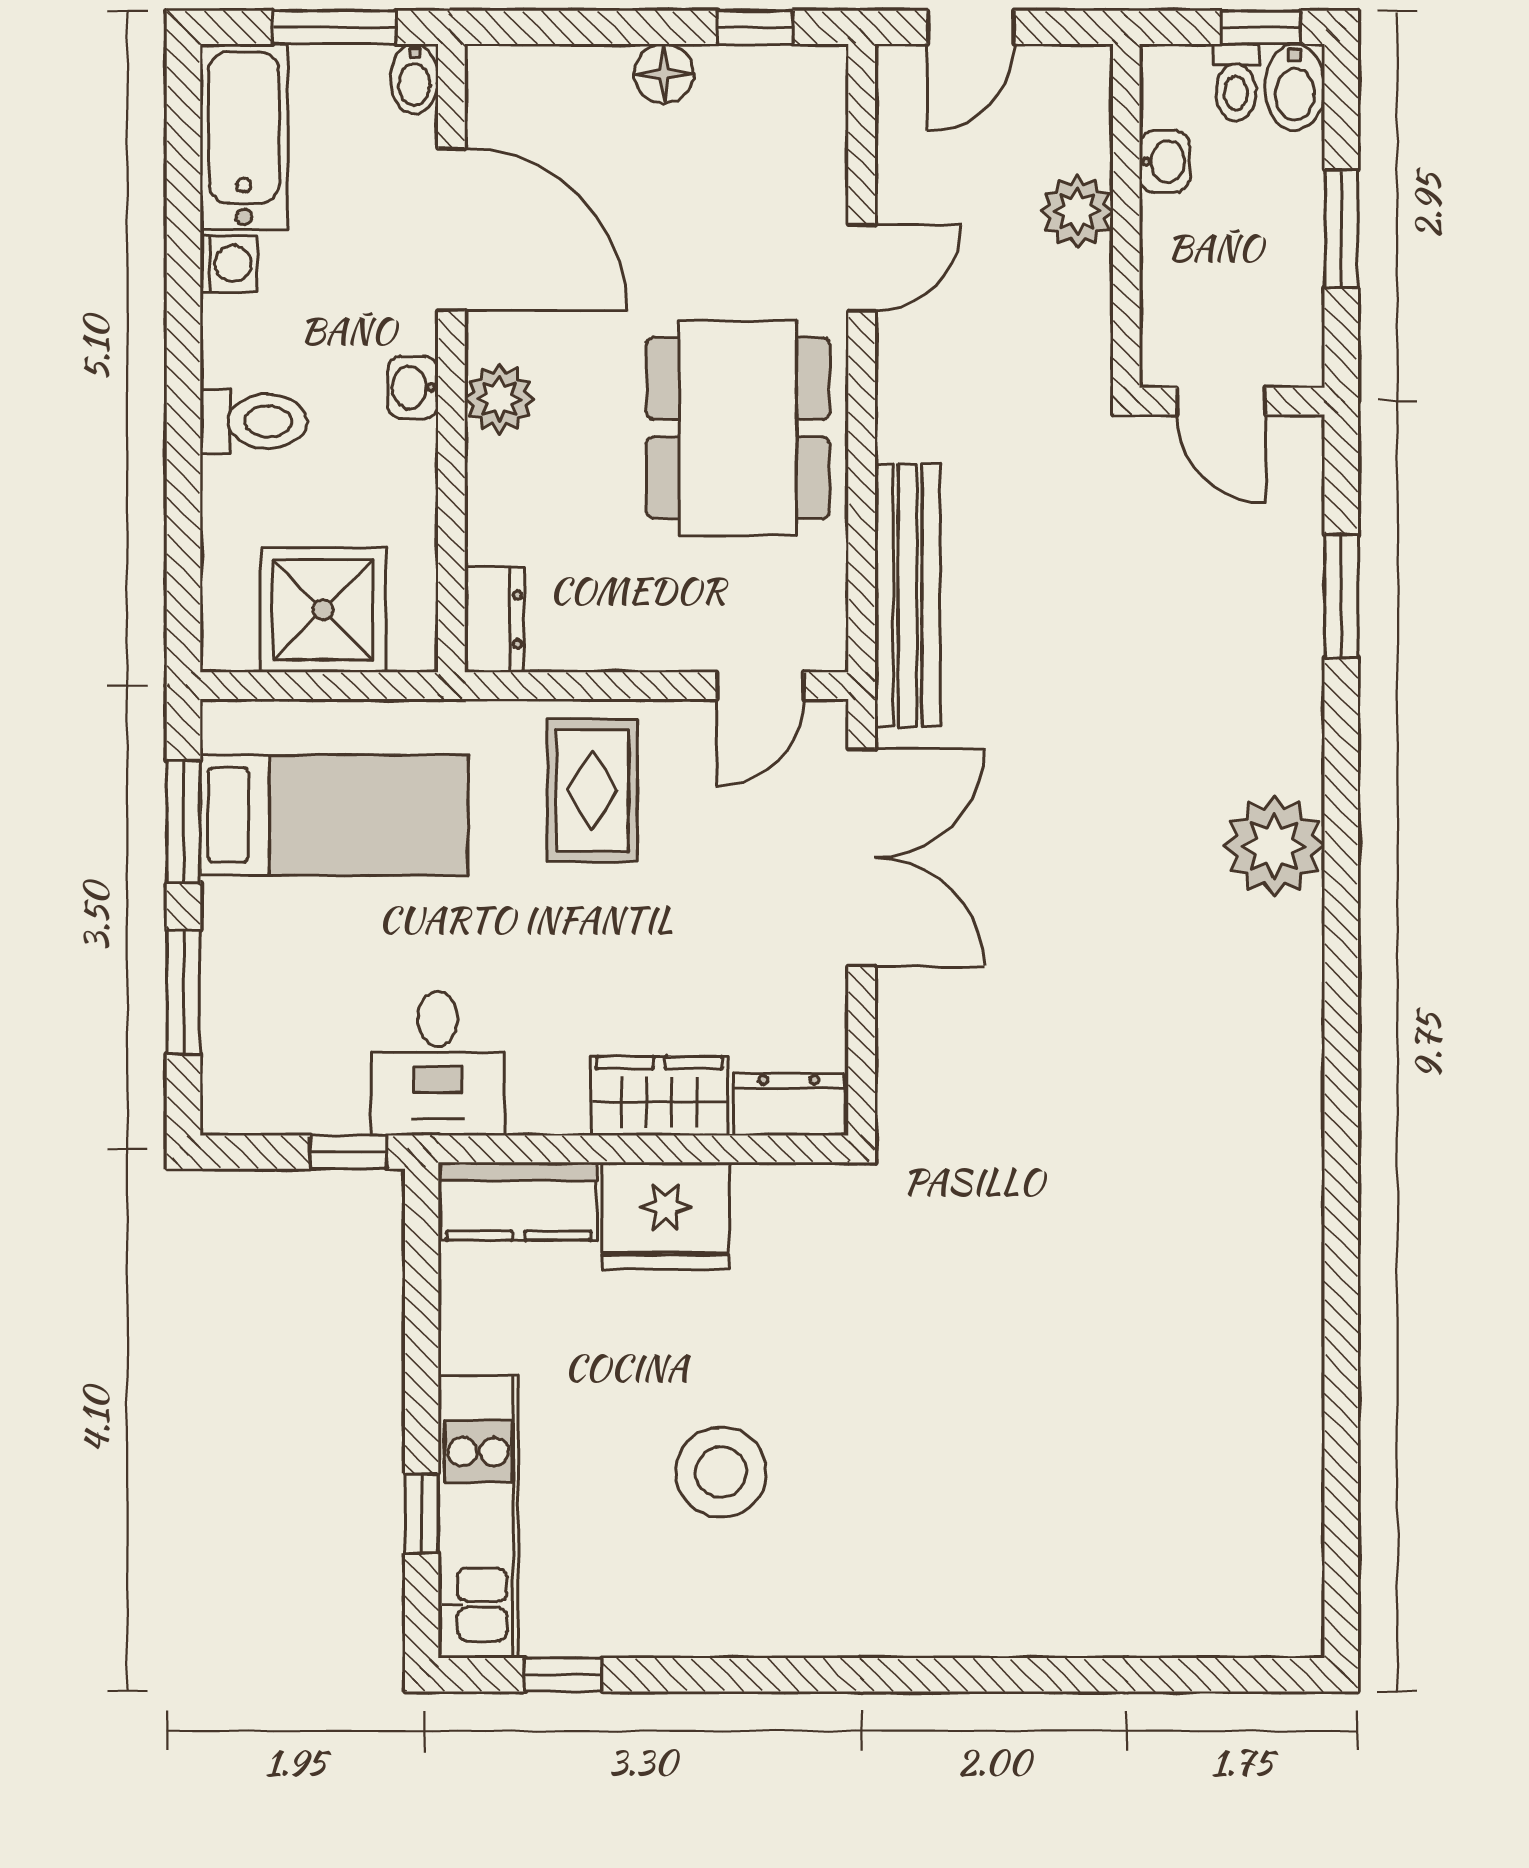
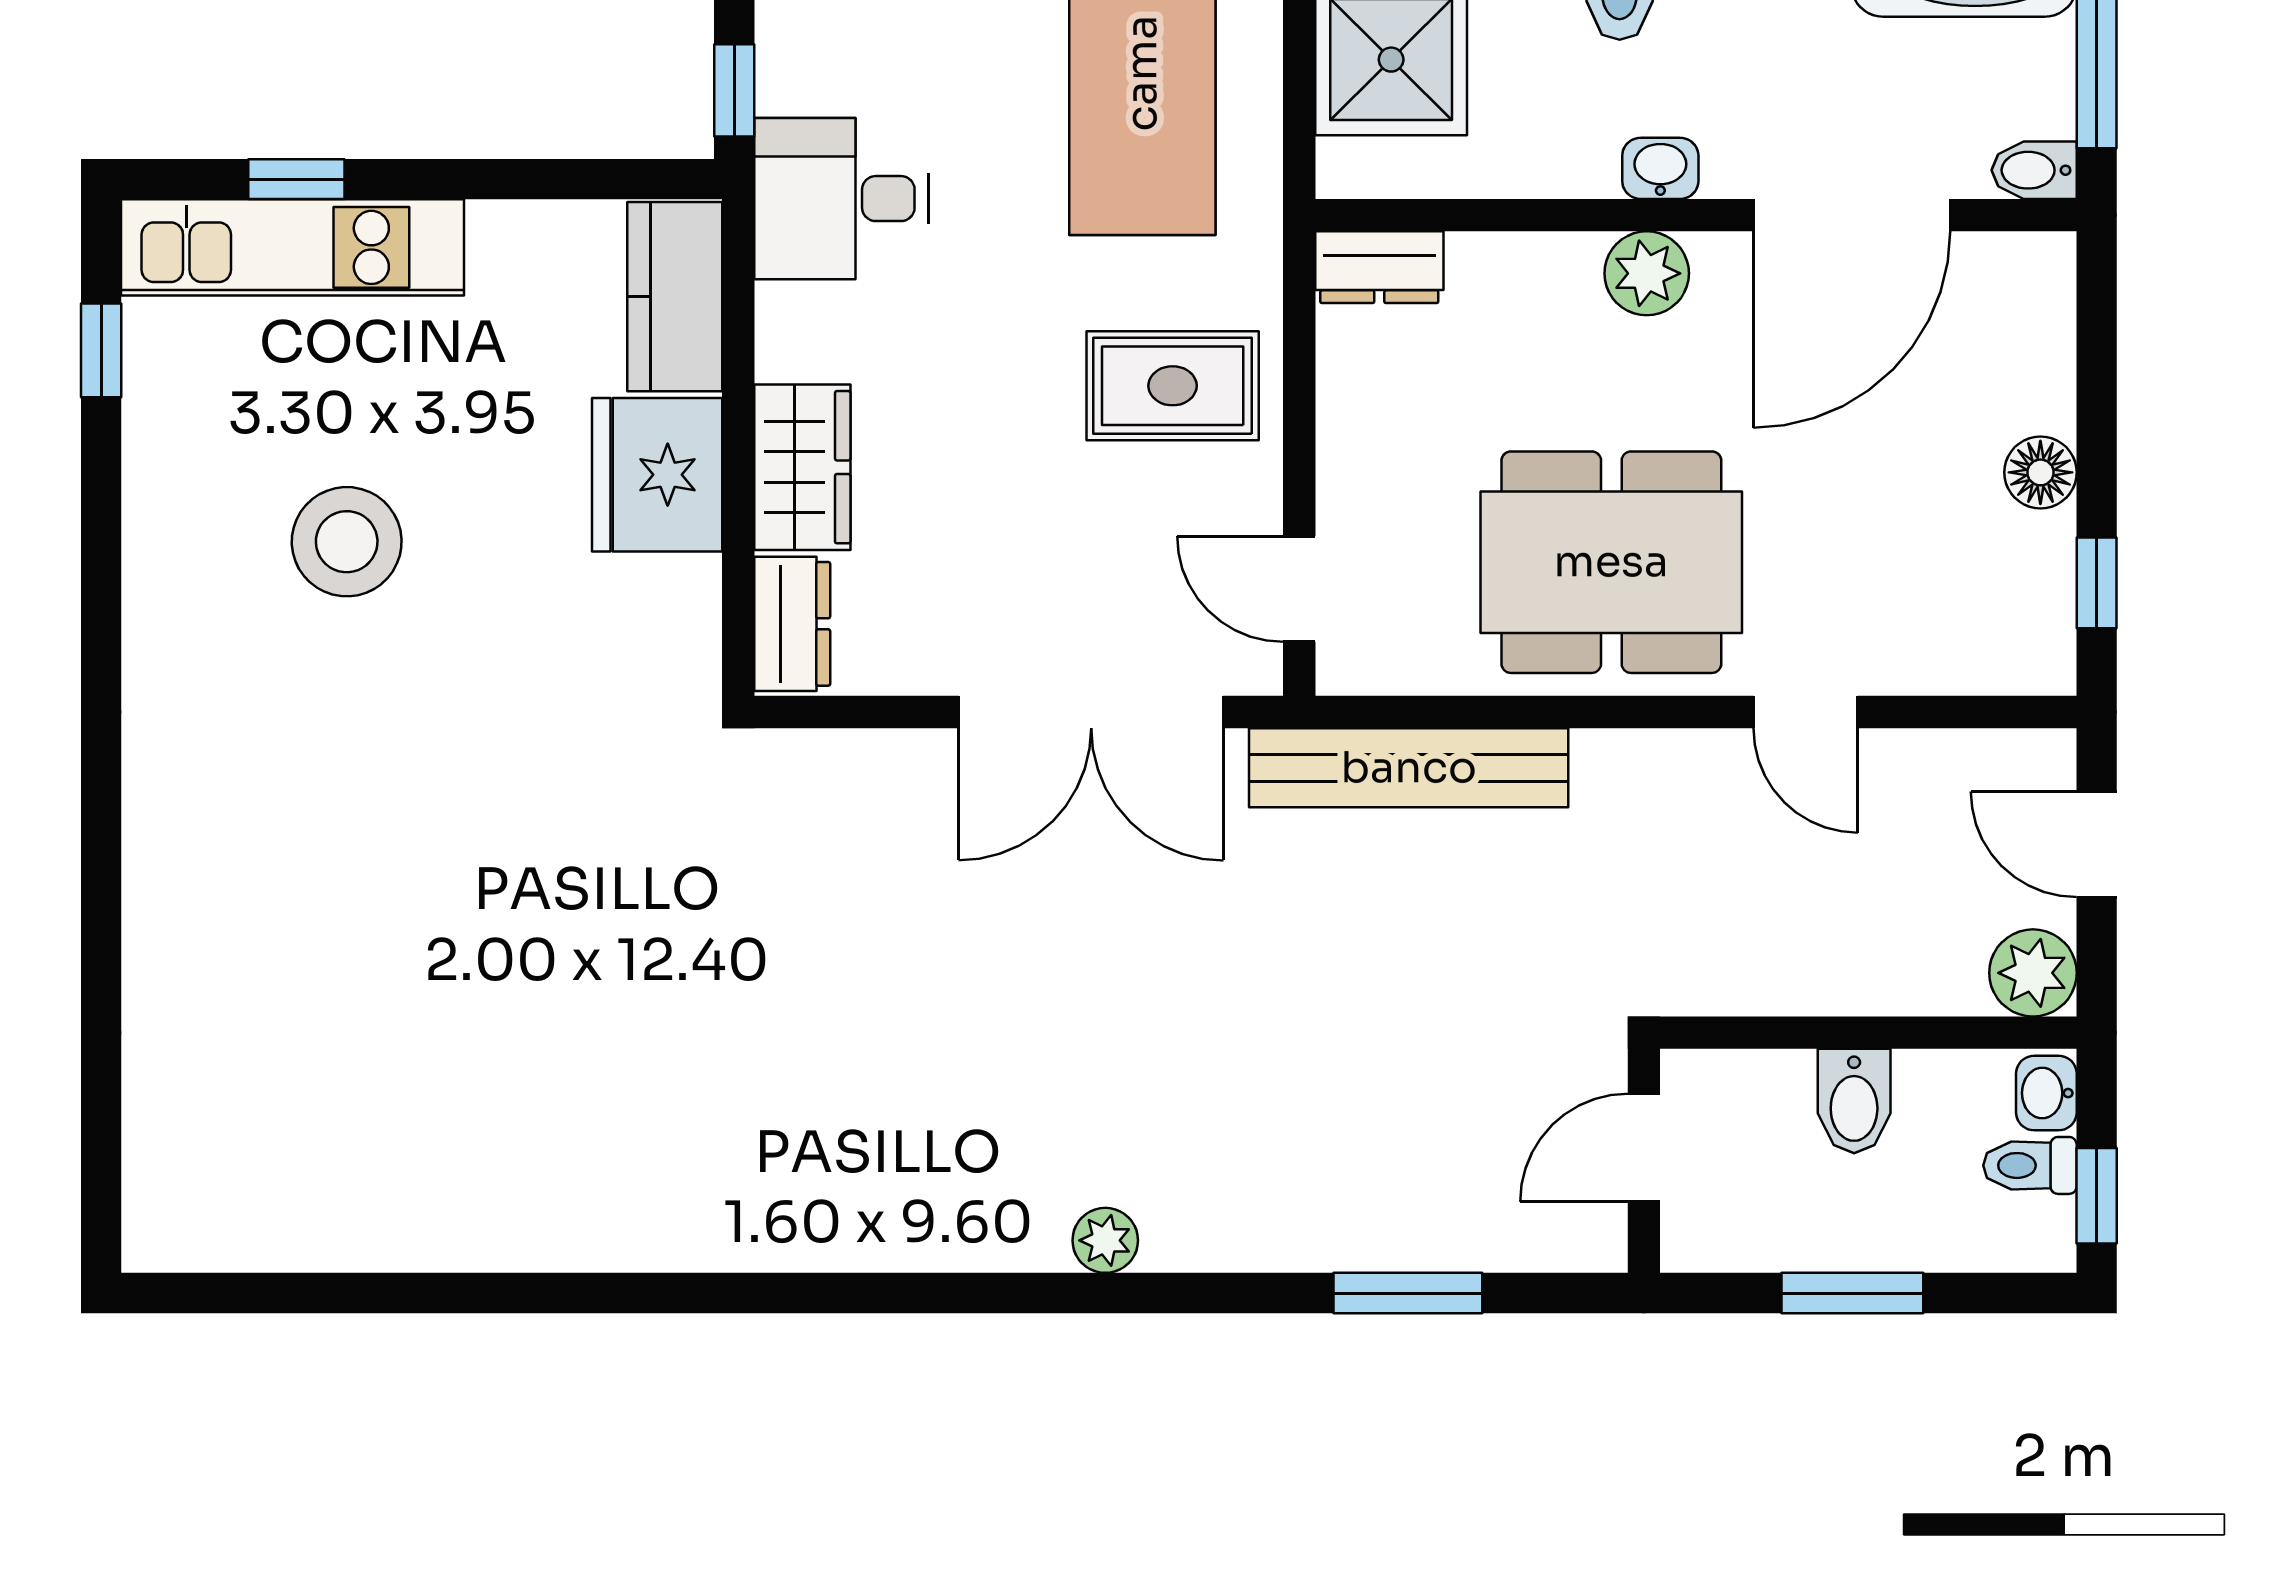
bidet: (1295, 87) -> (1854, 1101), moved, turned -90
washbasin: (1164, 162) -> (2046, 1093), moved, turned 90
plant: (1077, 211) -> (2033, 973), moved
plant: (1274, 846) -> (1105, 1240), width x0.53, depth x0.53

